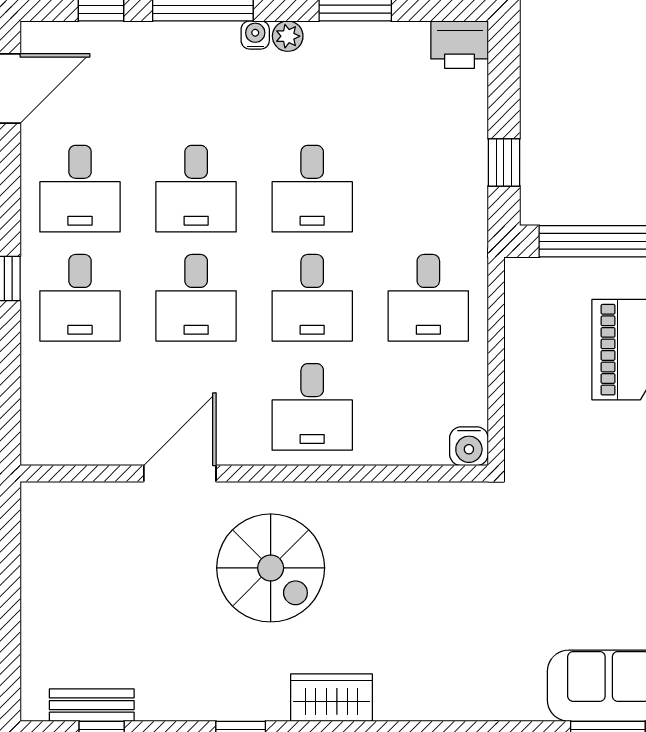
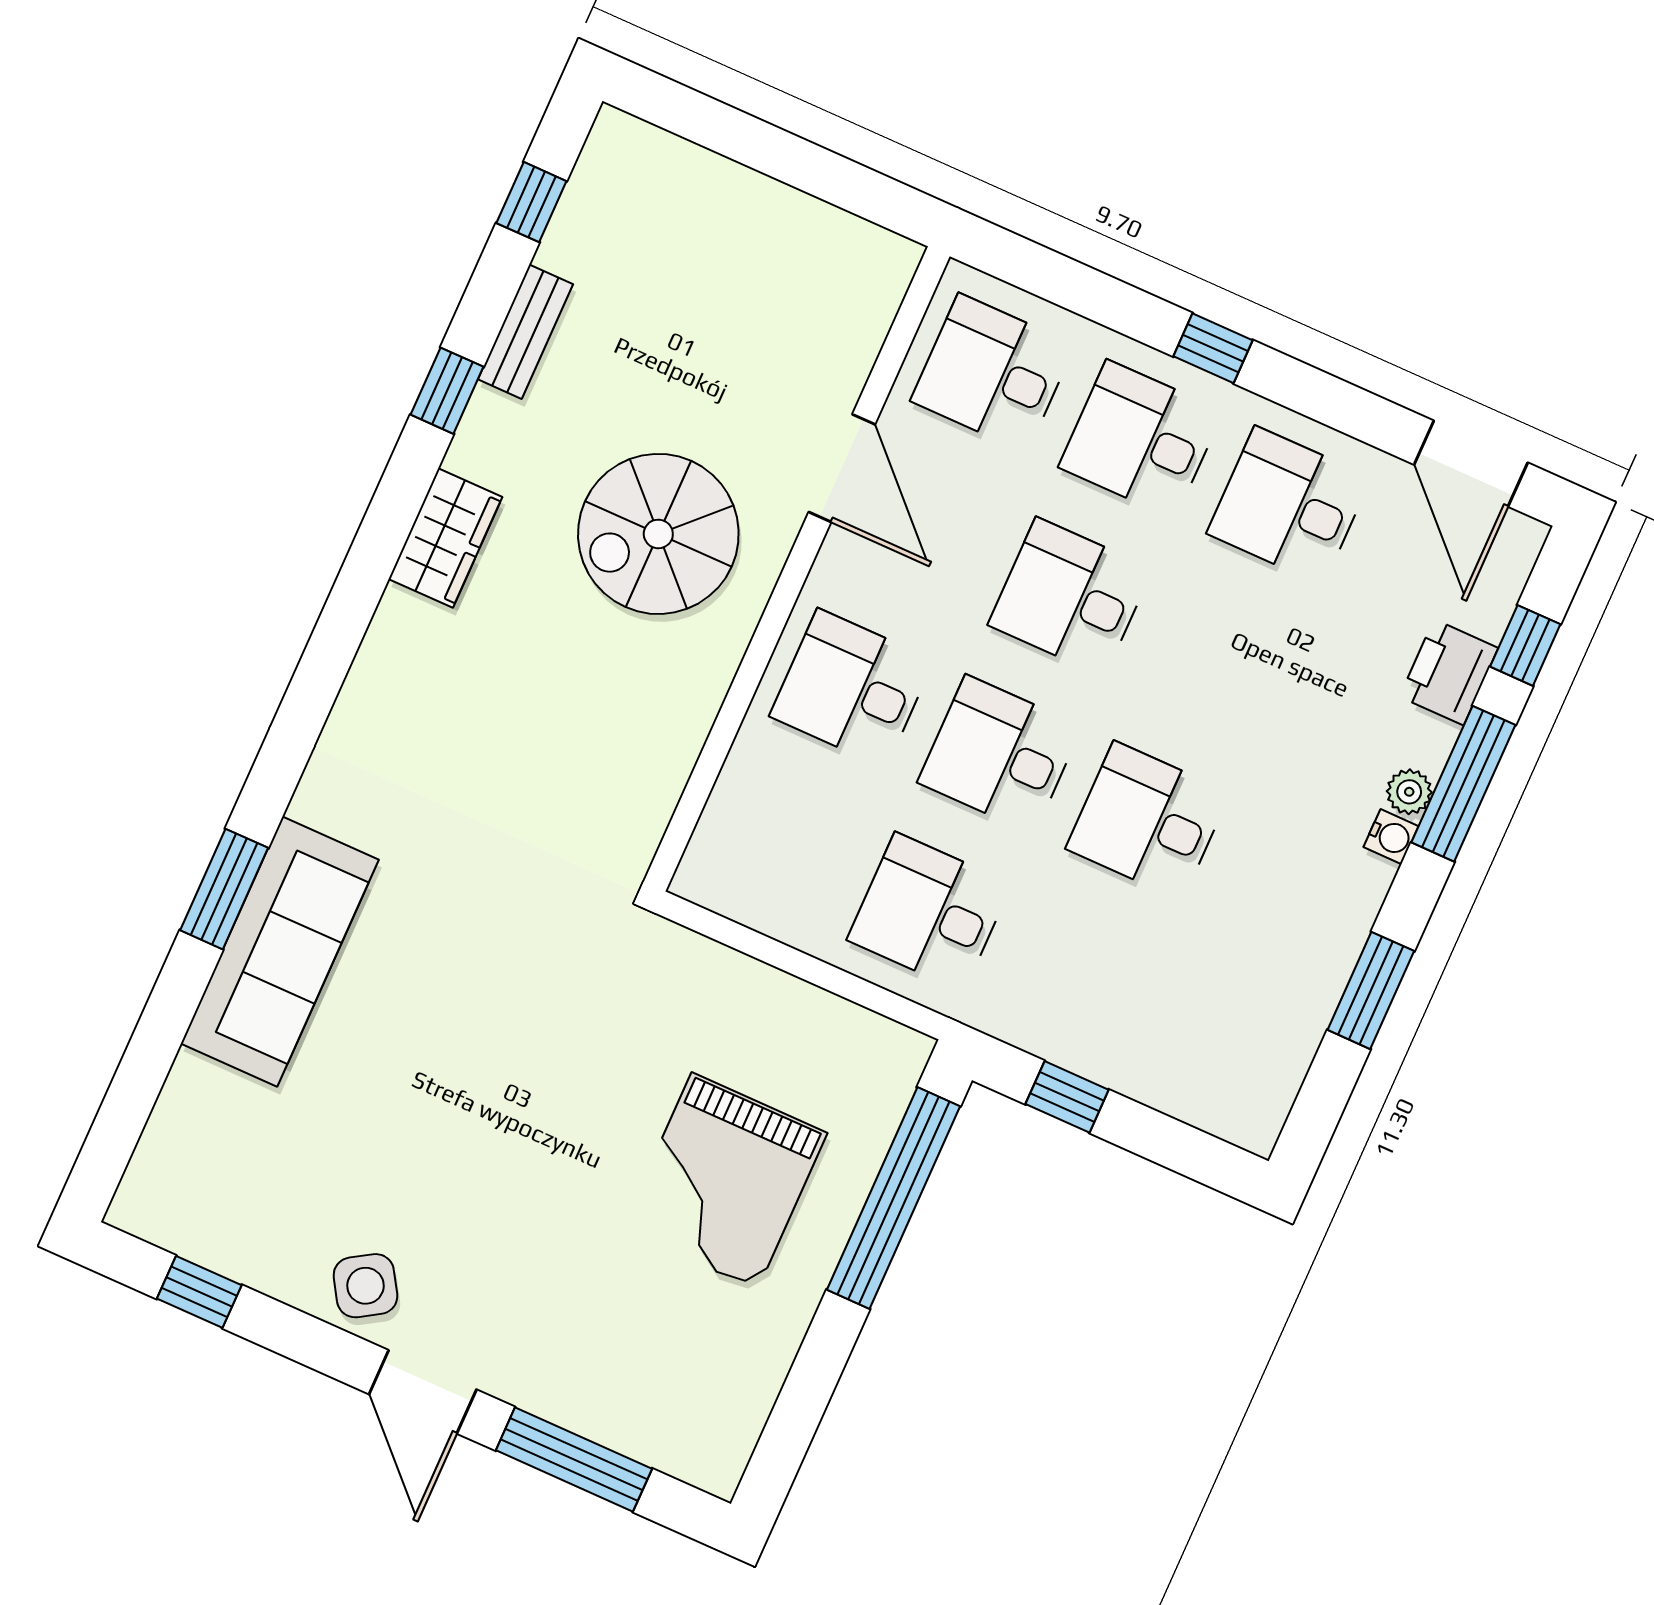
plant: (288, 36) -> (1409, 792), moved
printer: (460, 45) -> (1449, 672), moved
desk: (196, 189) -> (993, 373), moved
water cooler: (469, 446) -> (703, 877), removed
bench: (92, 705) -> (525, 332), moved

